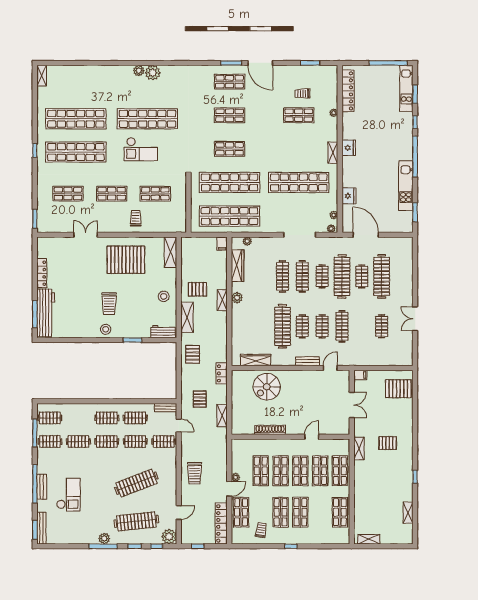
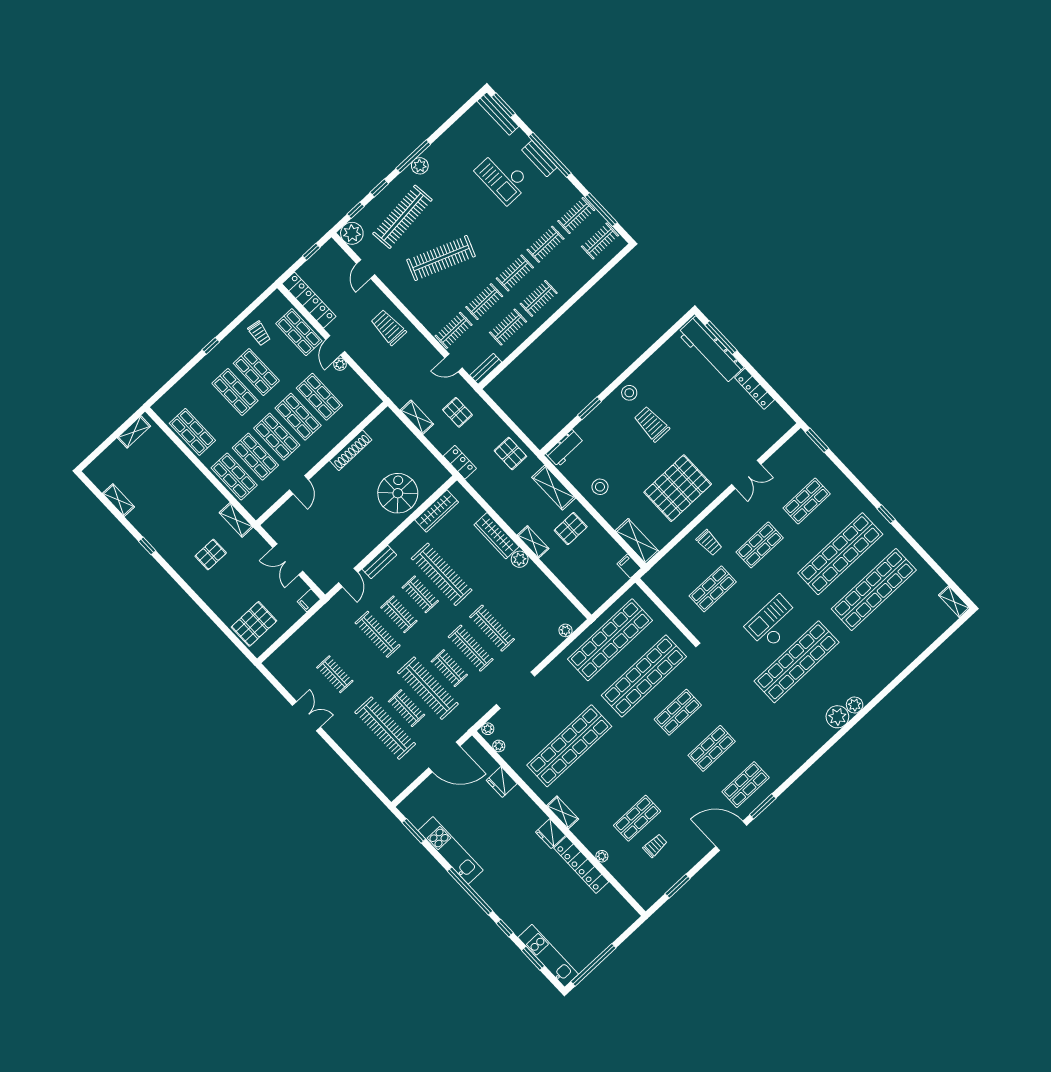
locker: (348, 91) -> (581, 865), moved
filing cabinet: (222, 244) -> (629, 566), moved
wardrobe: (238, 266) -> (496, 536), moved
clothes rail: (136, 483) -> (441, 258), turned 42

